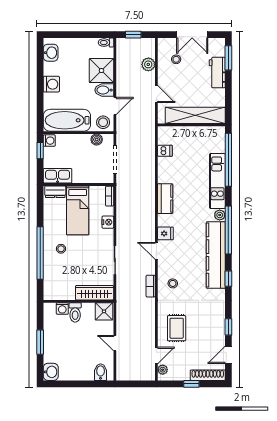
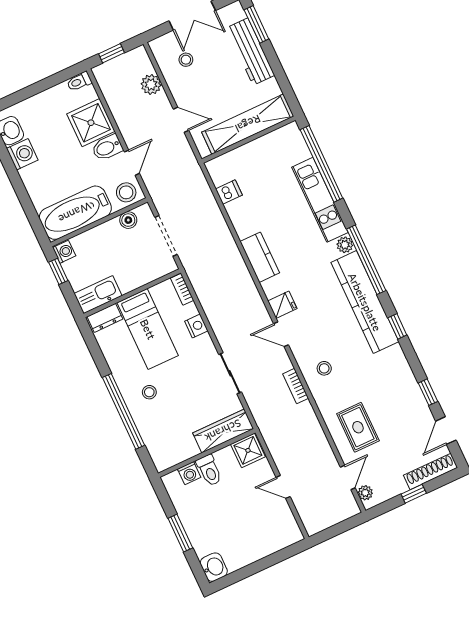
workbench: (217, 73) -> (251, 52), width x1.38
washing machine: (51, 84) -> (22, 154), moved
bidet: (101, 372) -> (282, 536), removed

